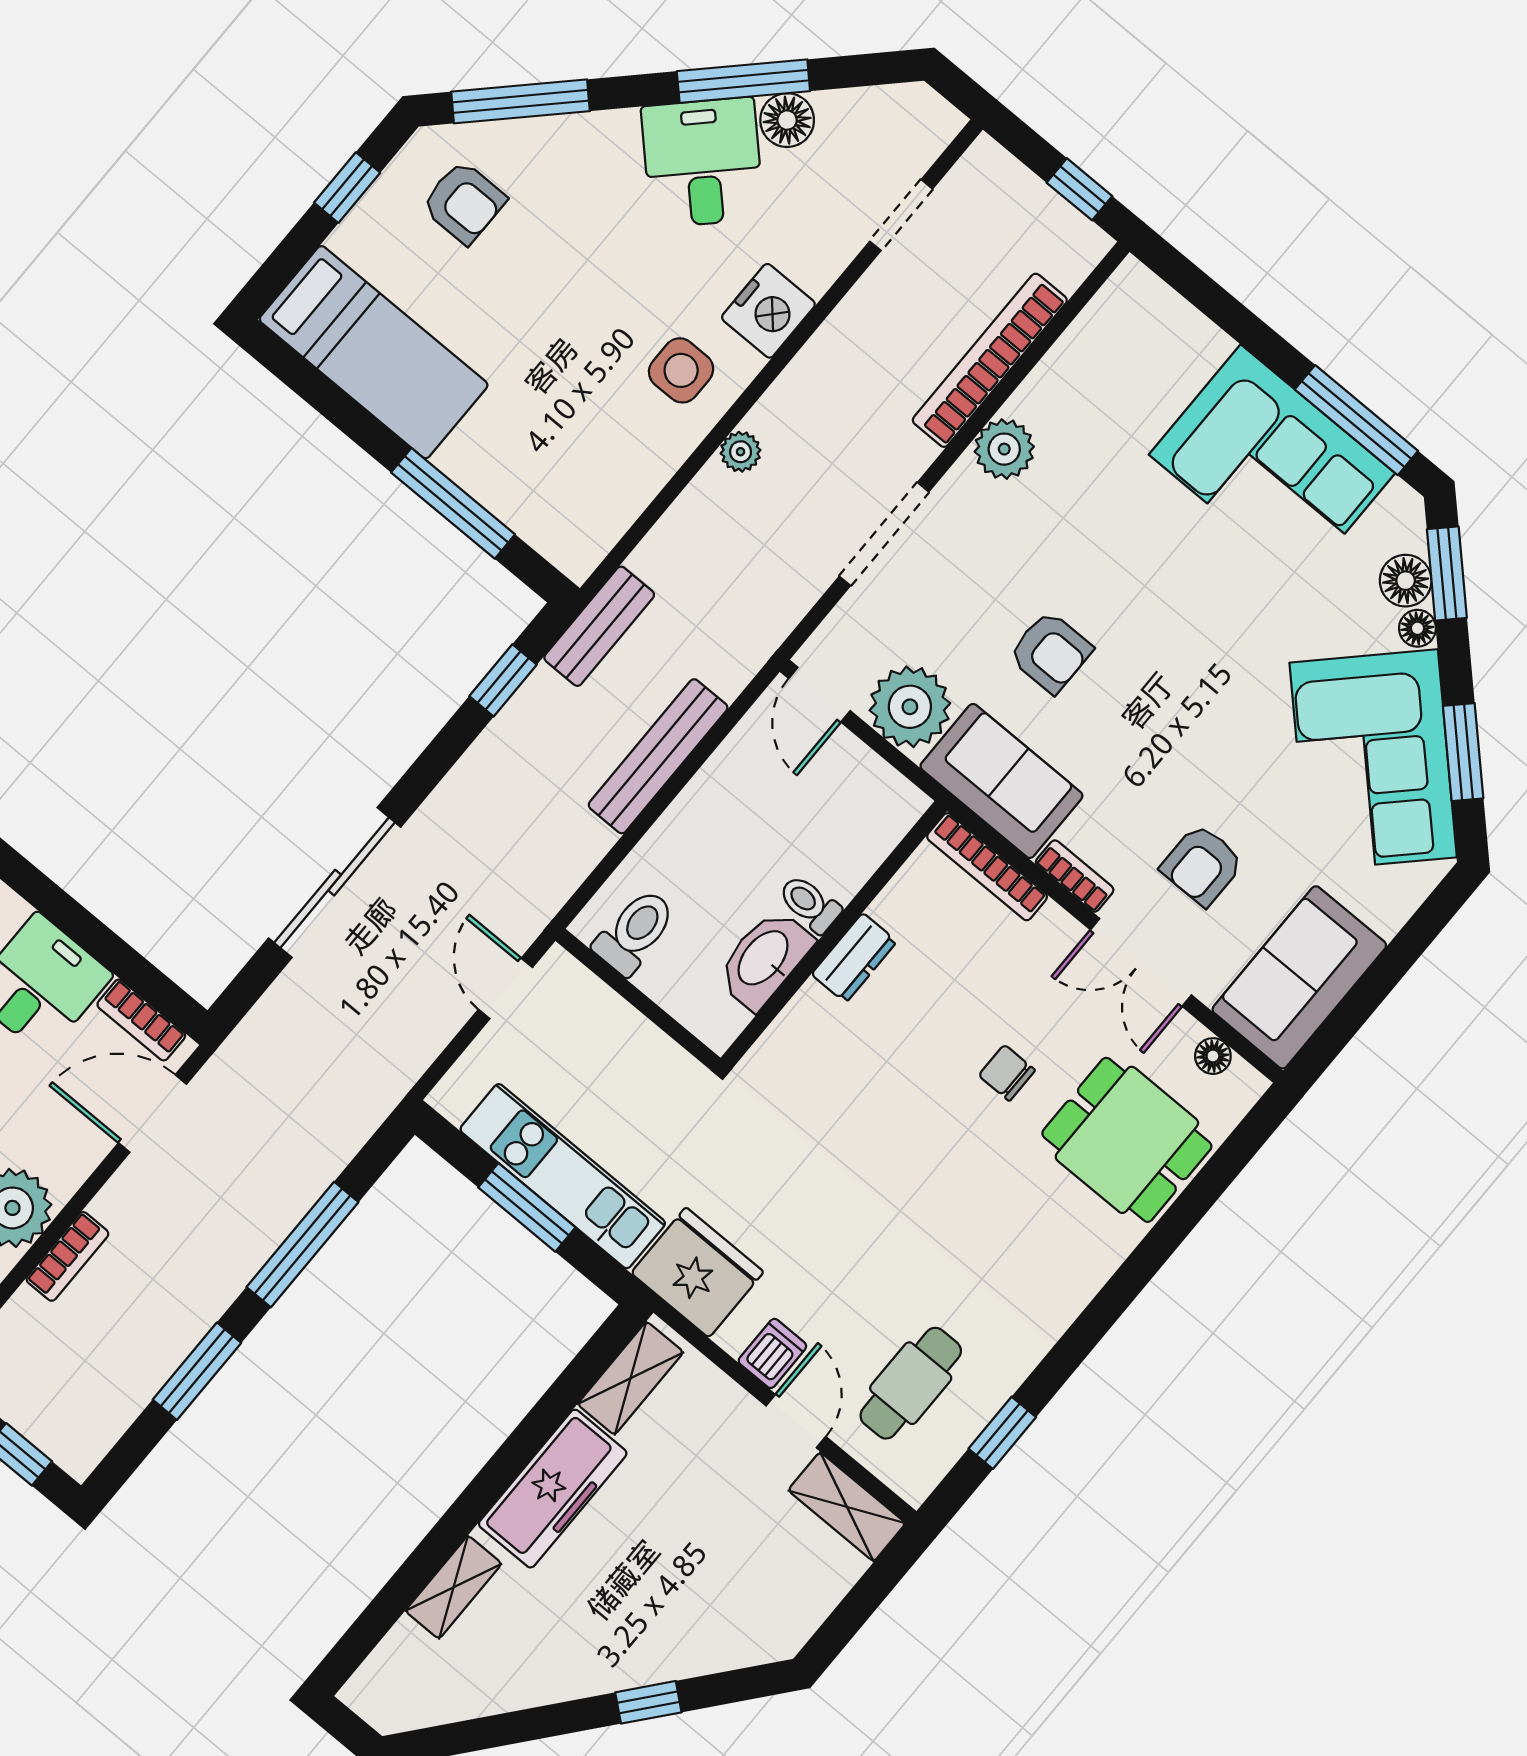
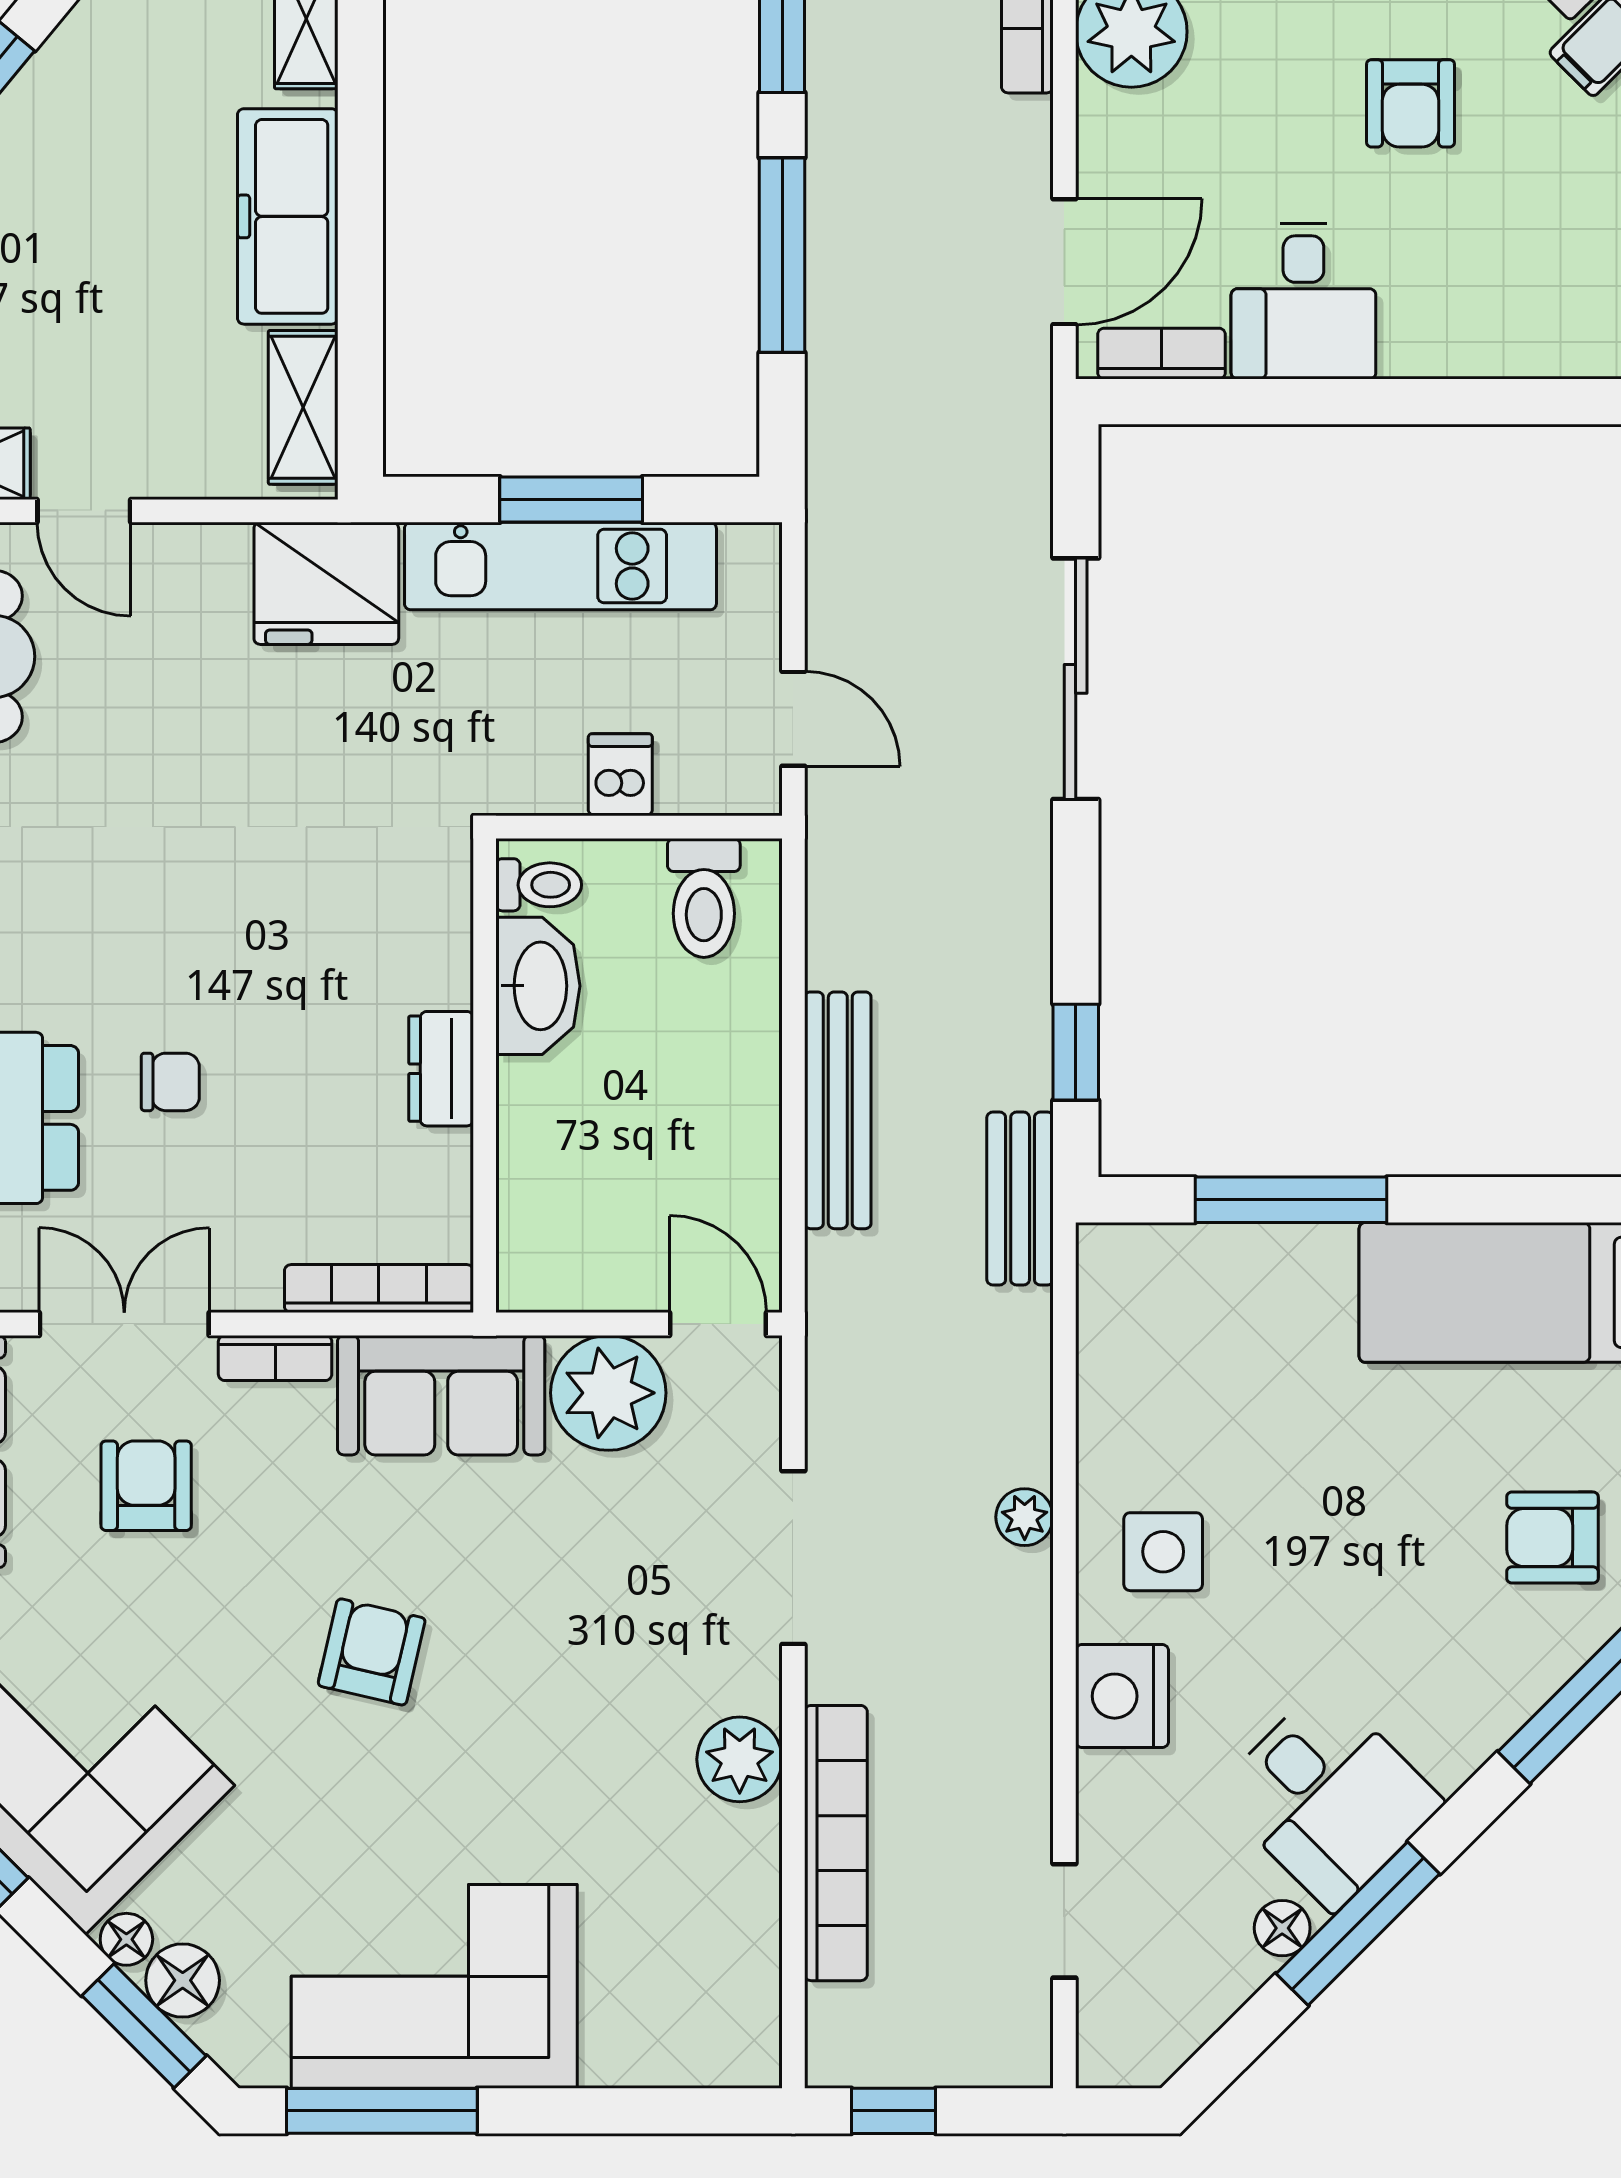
floor lamp: (787, 120) -> (1282, 1928), width x0.73, depth x0.73
armchair: (1050, 652) -> (372, 1652), moved, turned 103
toilet: (810, 904) -> (539, 885), moved
dishwasher: (772, 1353) -> (620, 775), moved, turned 180

